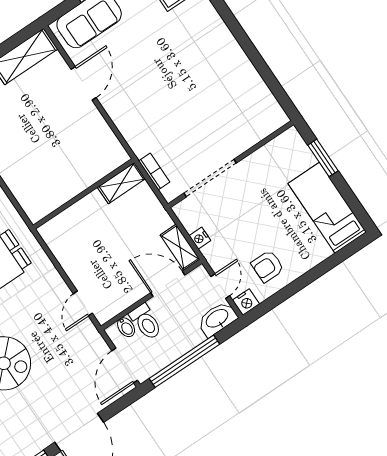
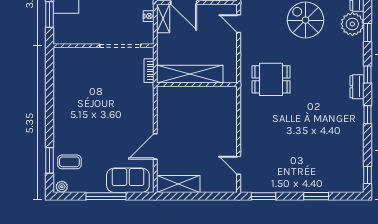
shelving: (121, 183) -> (190, 74), width x2.20, depth x1.33
door: (83, 303) -> (239, 24), swing flipped

